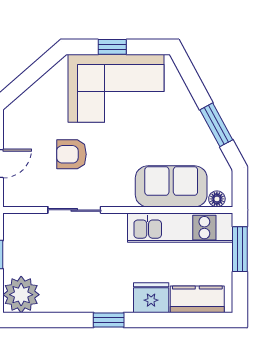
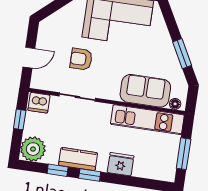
dishwasher: (20, 226) -> (39, 103), added
window: (240, 249) -> (184, 154), moved
kitchen counter: (197, 299) -> (78, 159), moved
window: (61, 320) -> (58, 170), added

